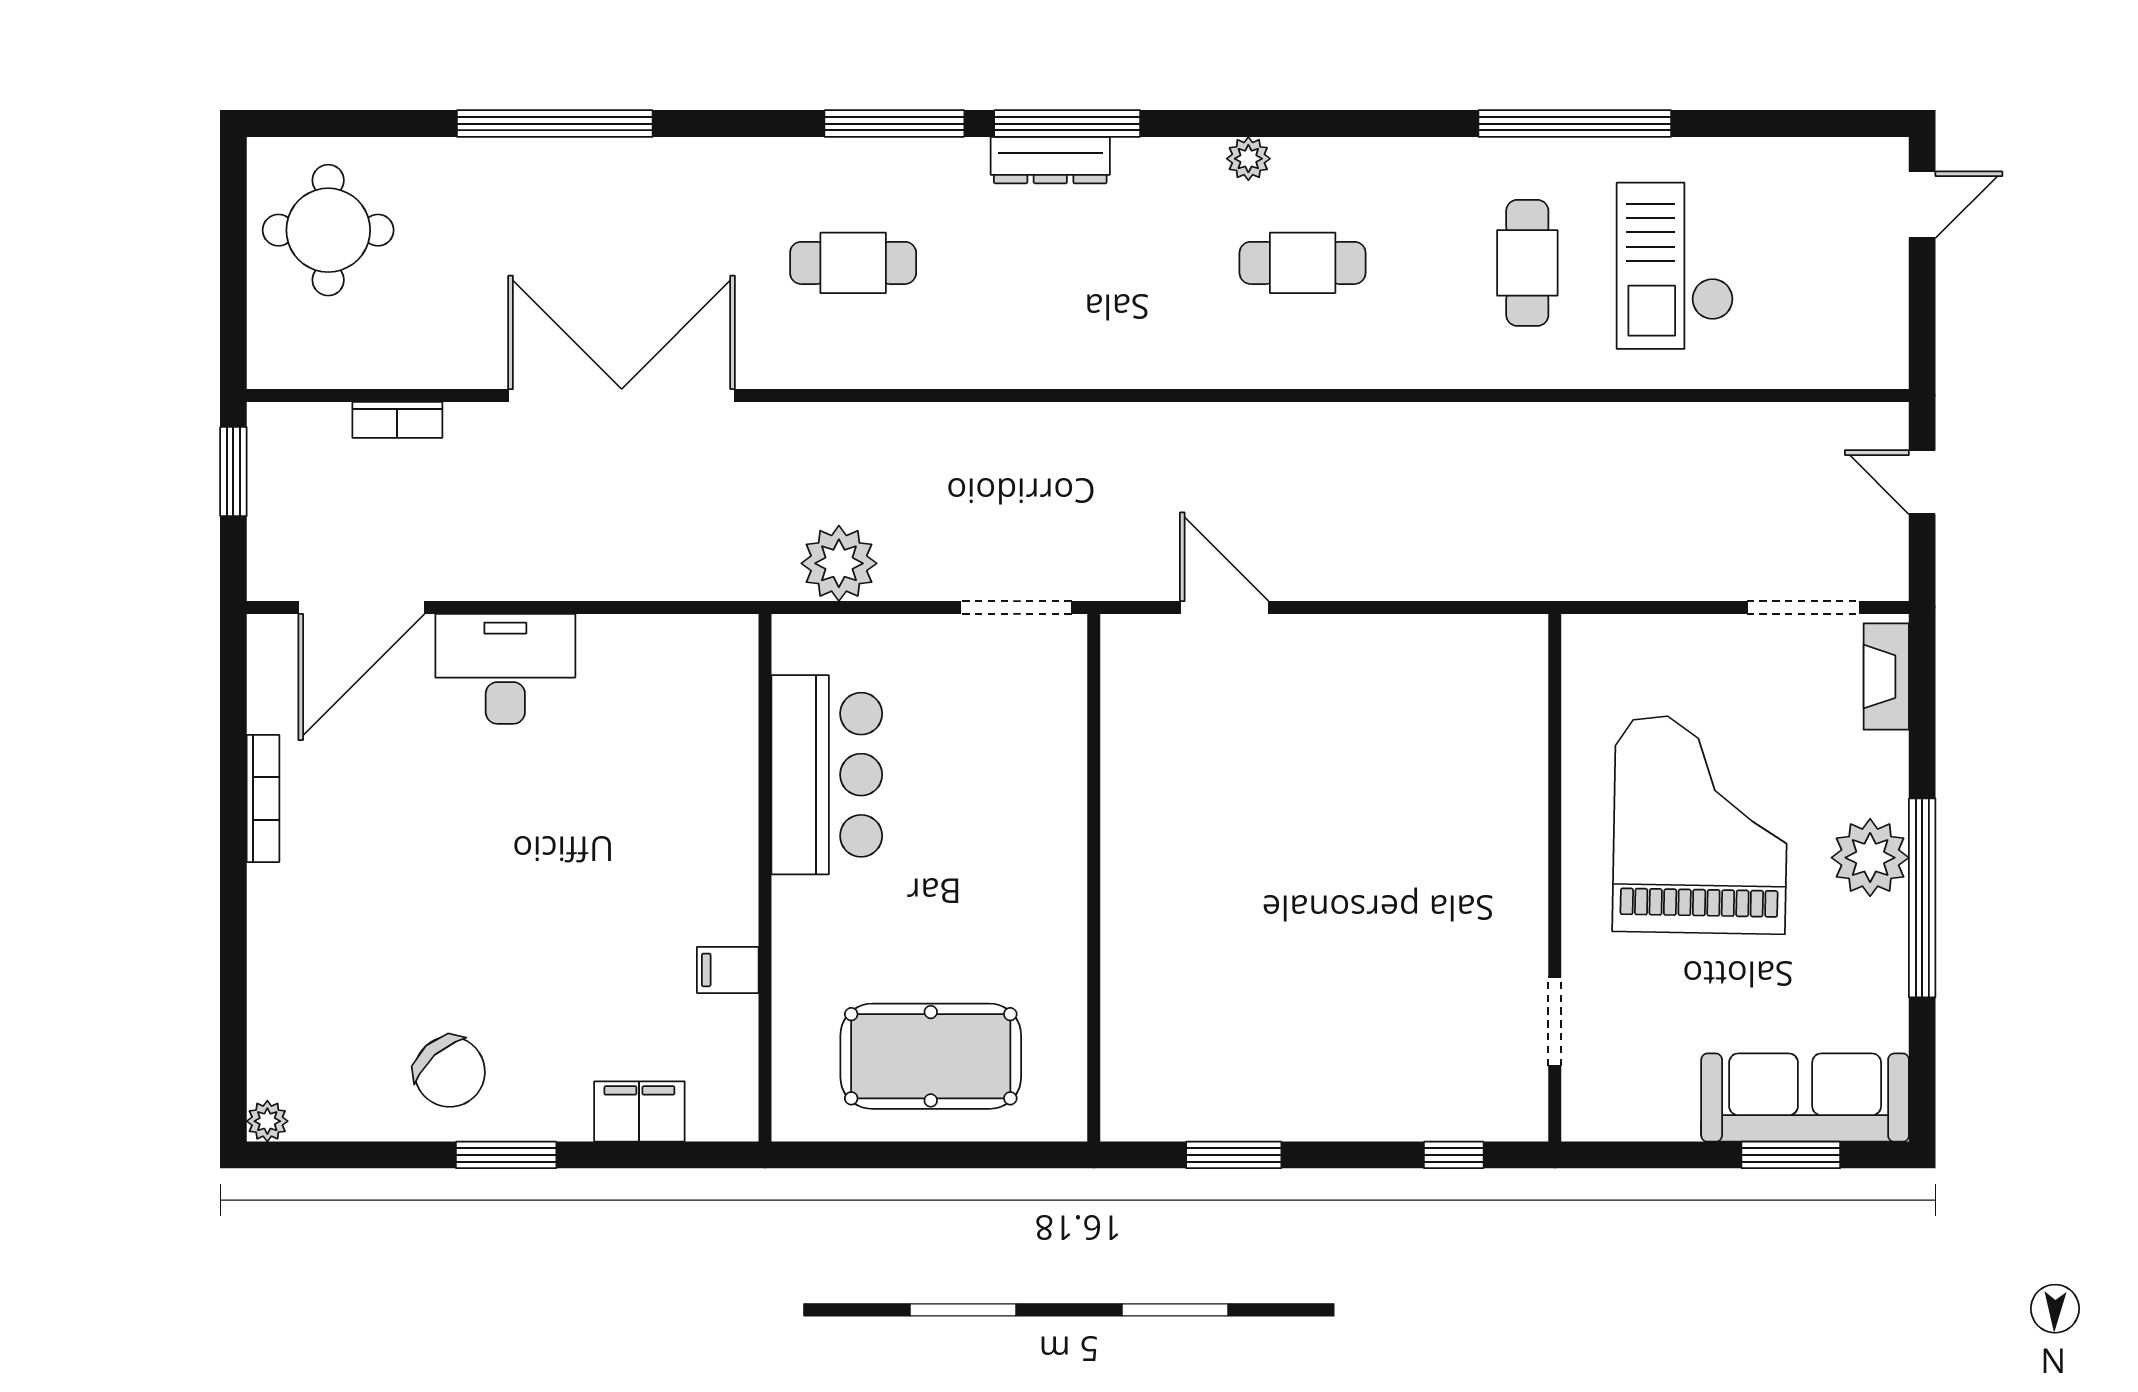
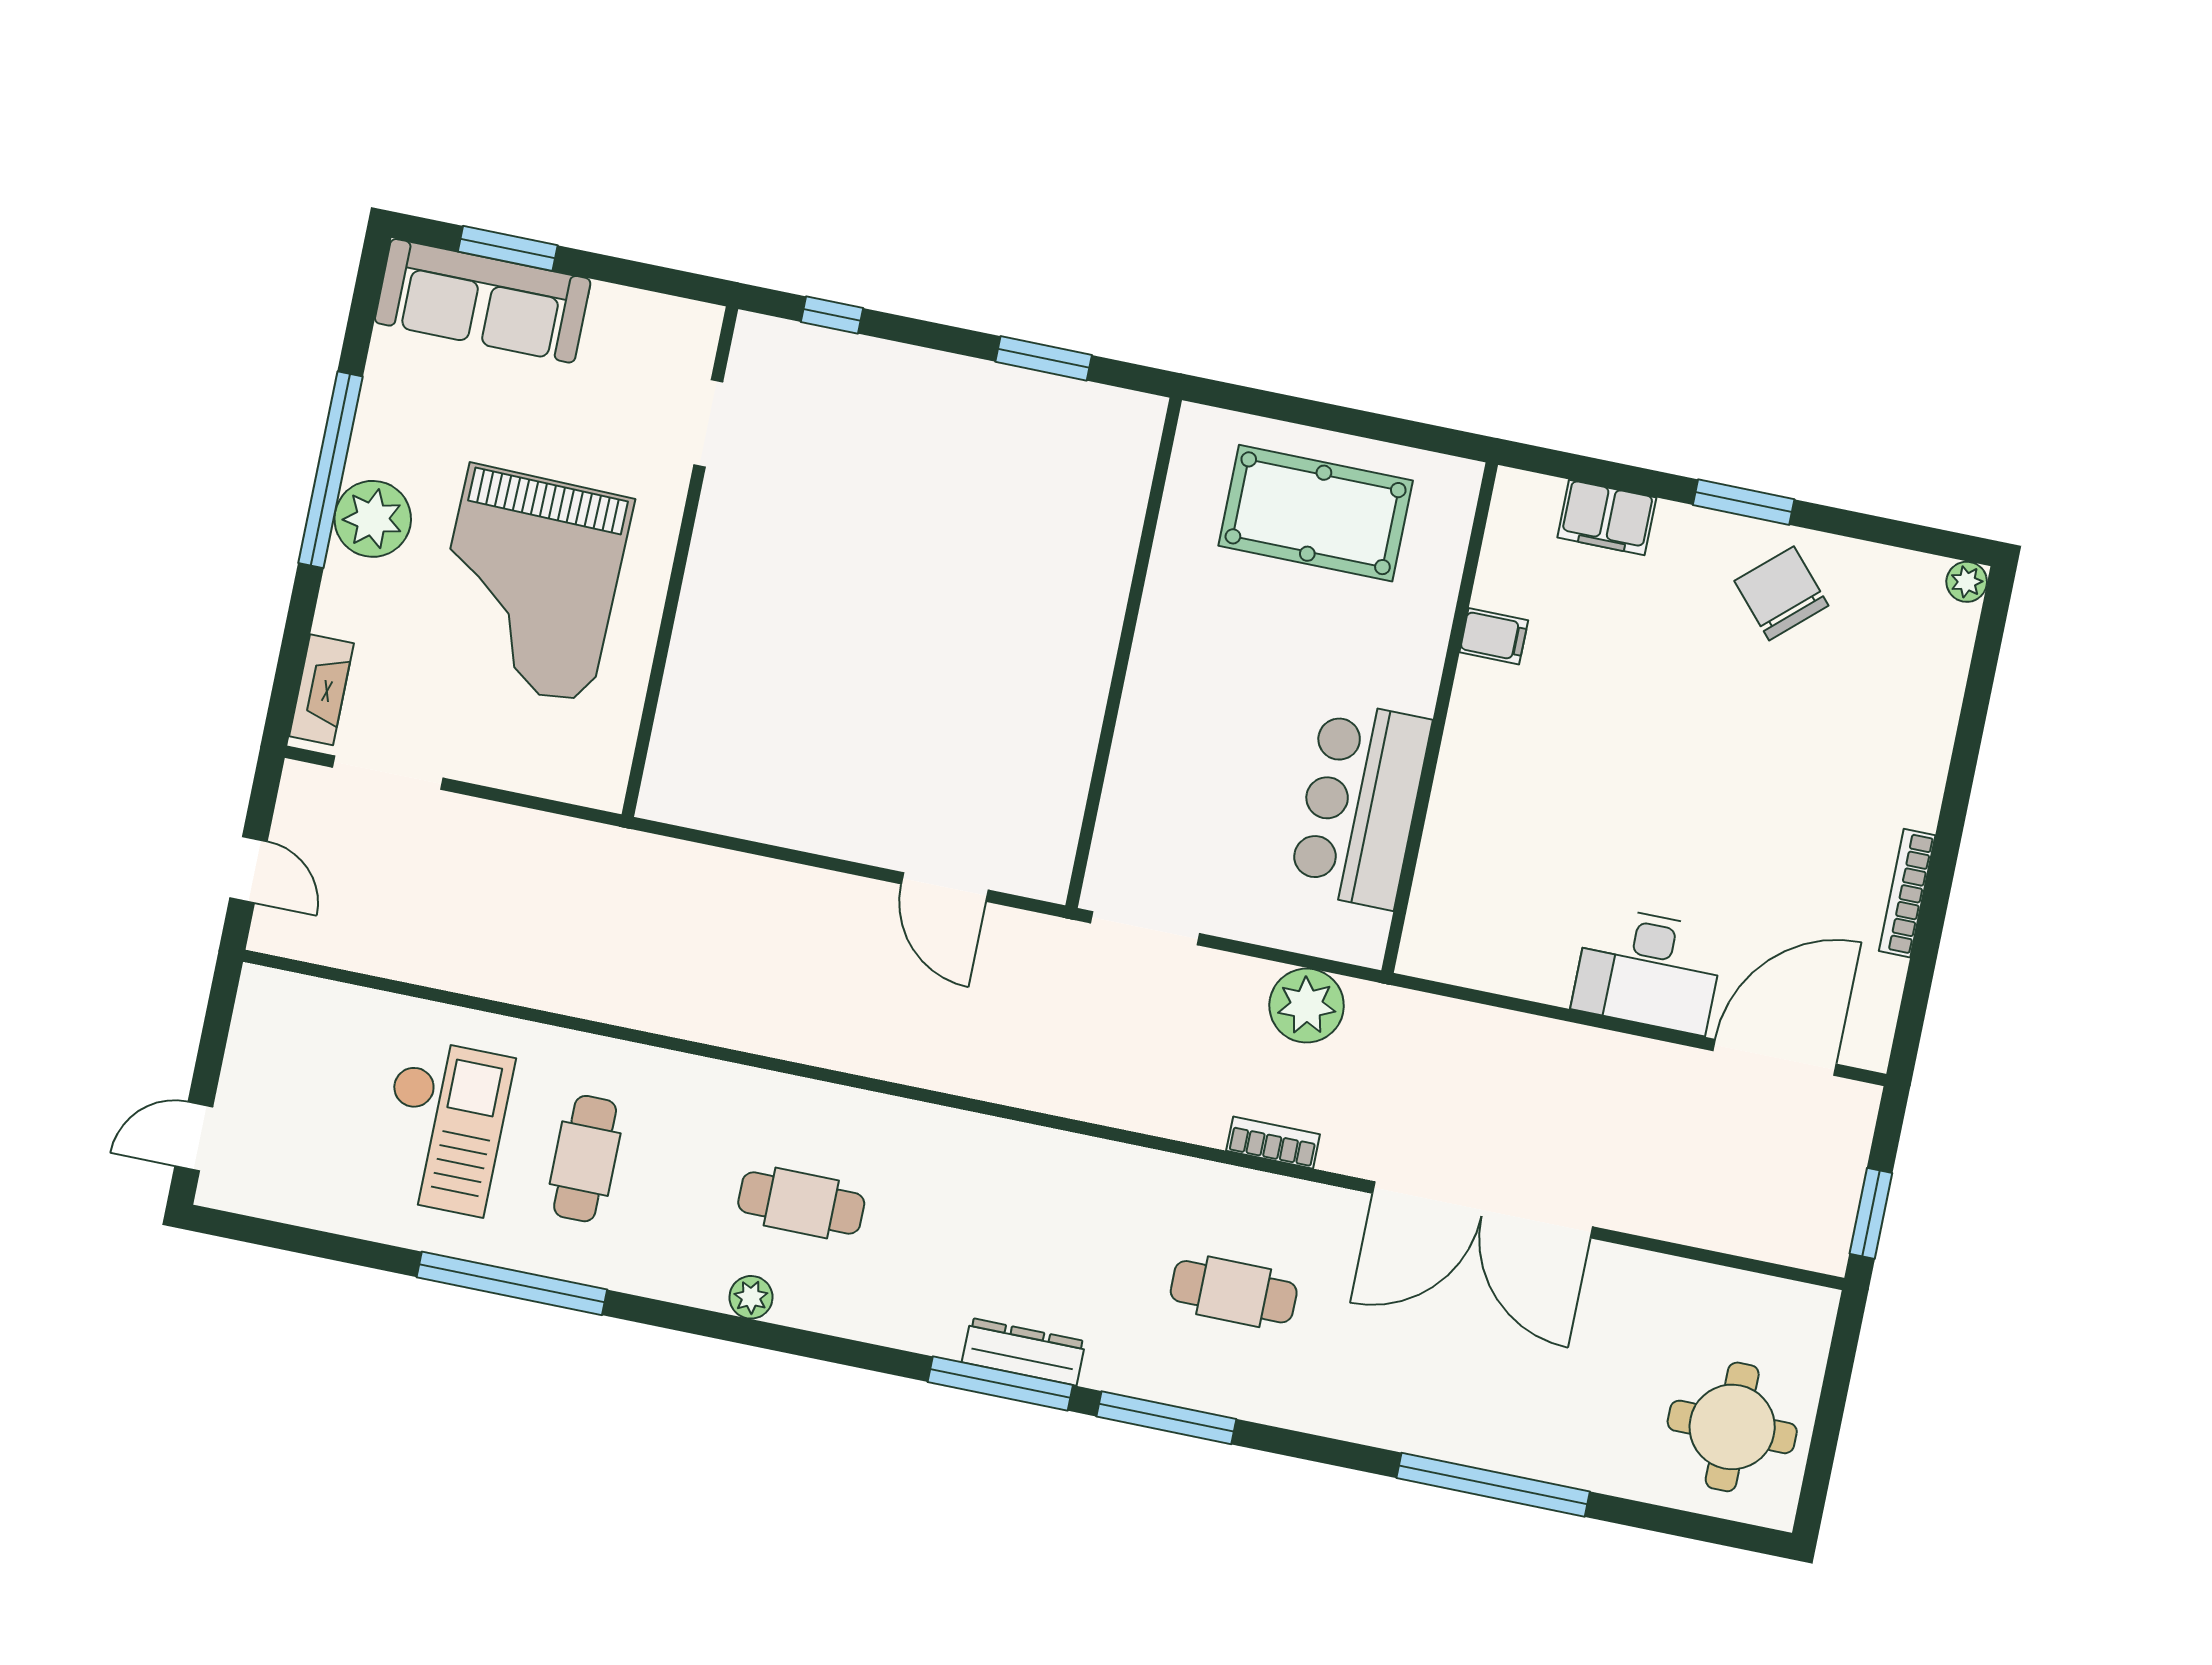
plant: (1248, 159) -> (751, 1297), moved
bookcase: (397, 420) -> (1273, 1143), moved

